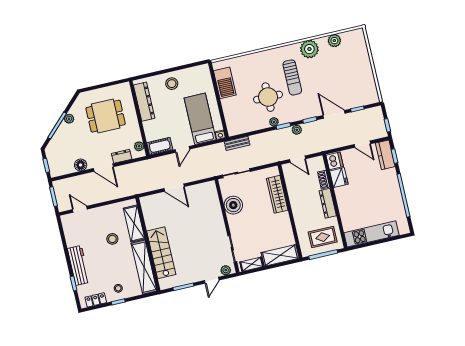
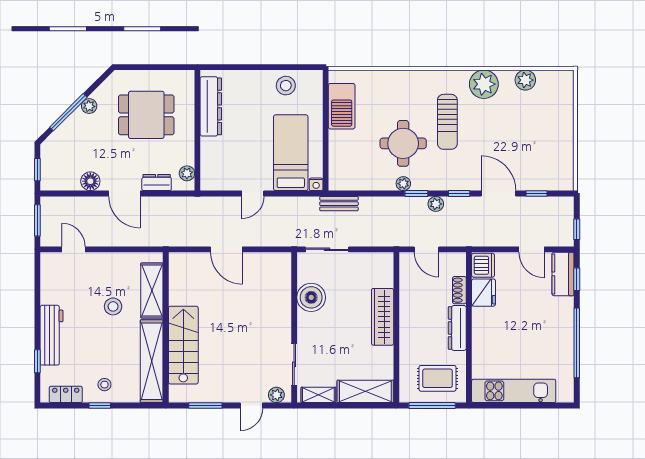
stool: (172, 84) -> (286, 86), moved
cot: (160, 146) -> (219, 181), removed
wardrobe: (277, 194) -> (383, 317), moved

